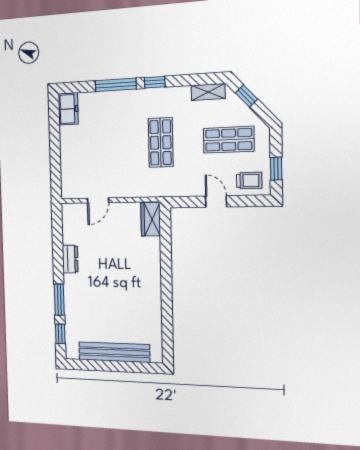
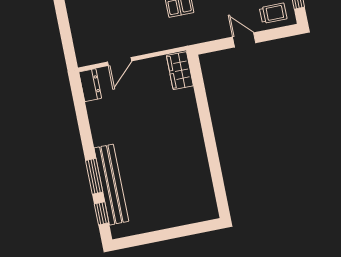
dresser: (70, 259) -> (90, 85), moved
bench: (114, 352) -> (111, 185), moved, turned 90

